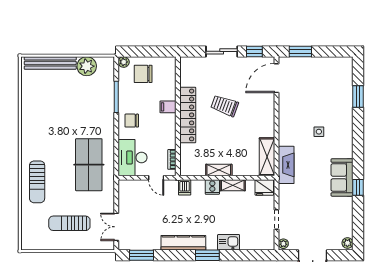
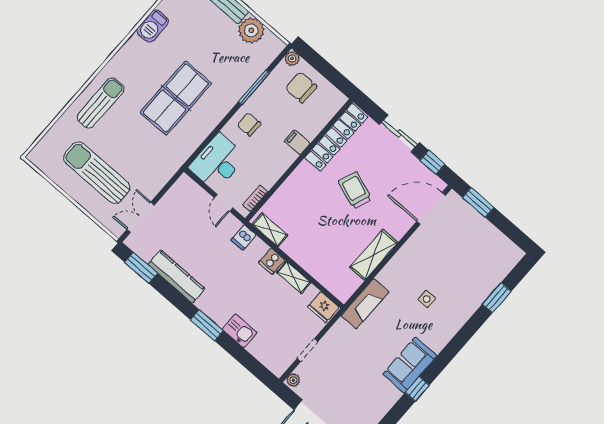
barbecue: (29, 113) -> (153, 26), added
locker: (188, 115) -> (336, 137), moved
shelving: (267, 157) -> (374, 255), moved
table tennis table: (89, 165) -> (176, 98), moved
shelving: (219, 170) -> (270, 230), moved
sun lounger: (37, 182) -> (101, 103), turned 180
sun lounger: (69, 223) -> (97, 173), width x1.36, depth x1.34
kitchen counter: (183, 243) -> (176, 277), moved

